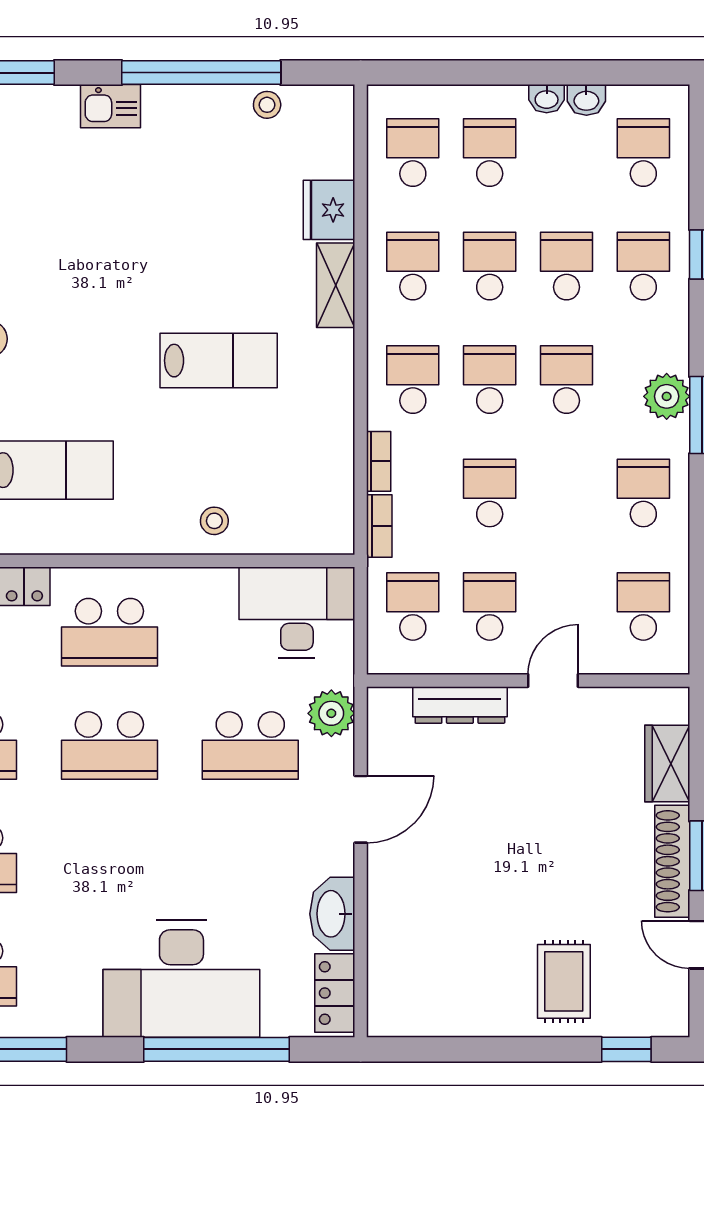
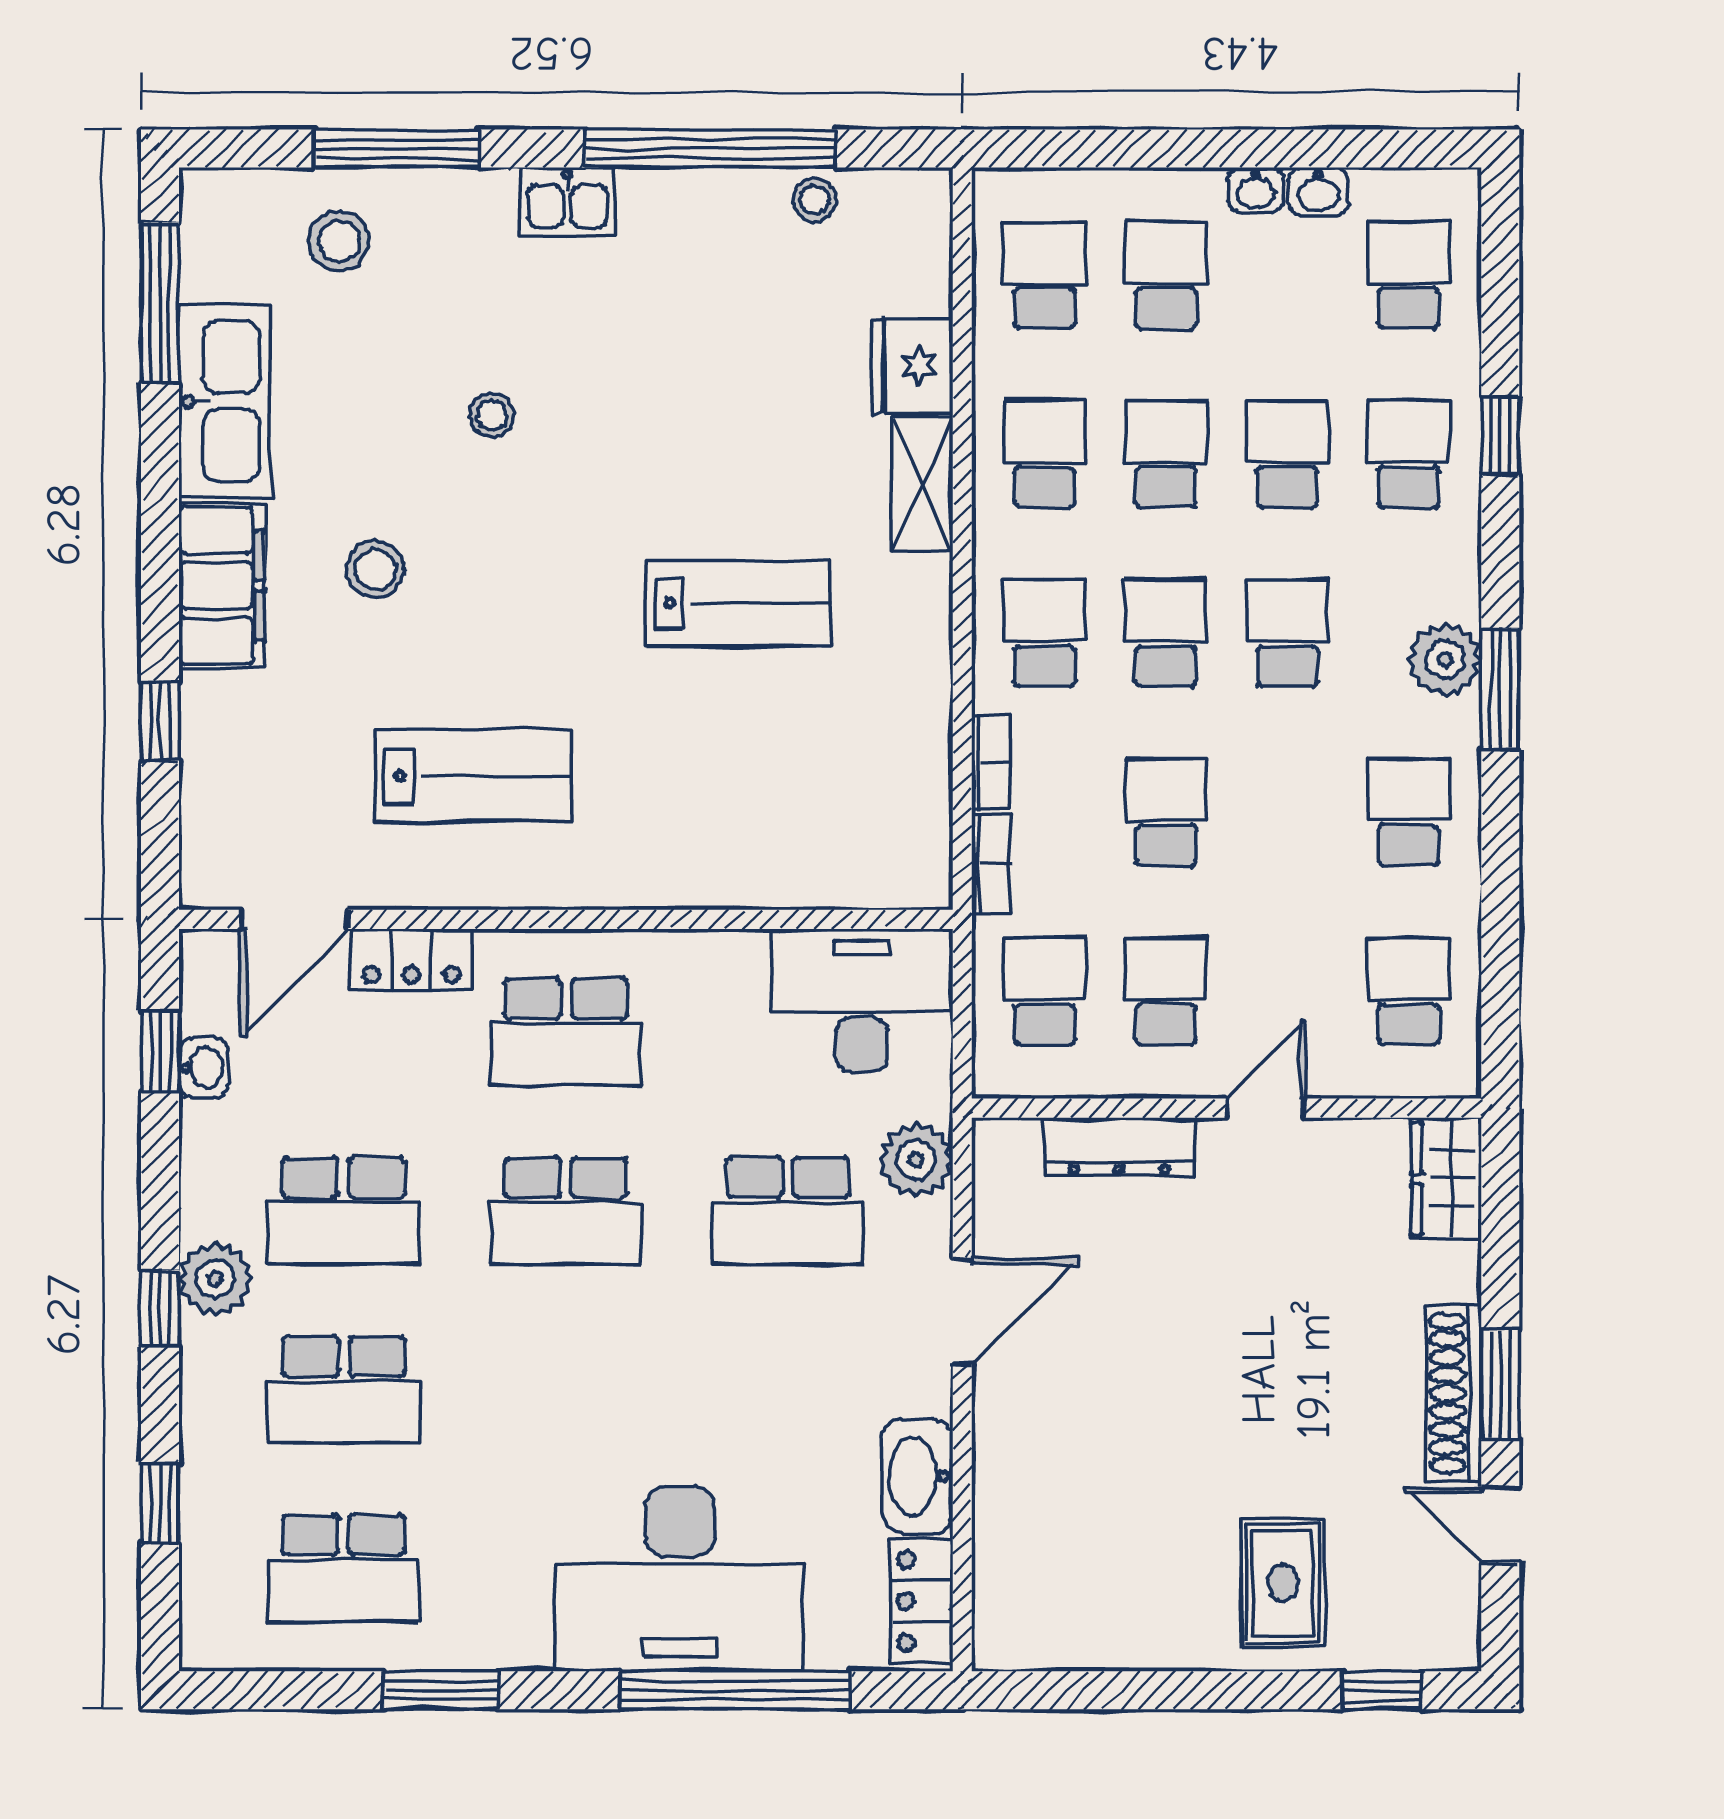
stool: (214, 521) -> (491, 415), moved
wardrobe: (667, 764) -> (1446, 1178), moved

